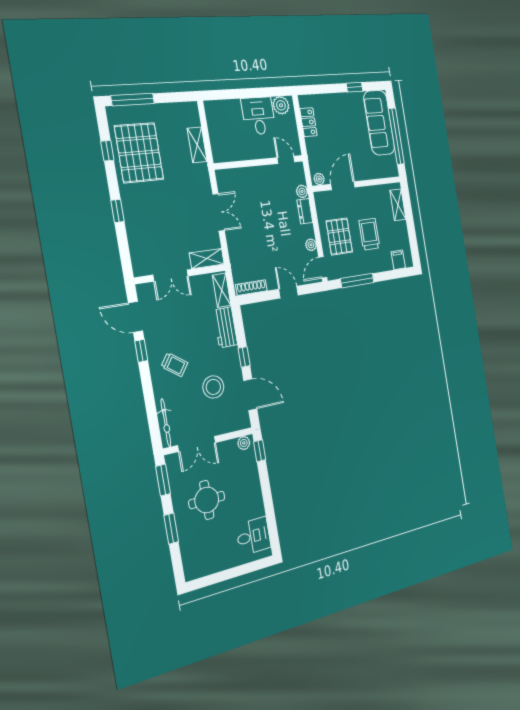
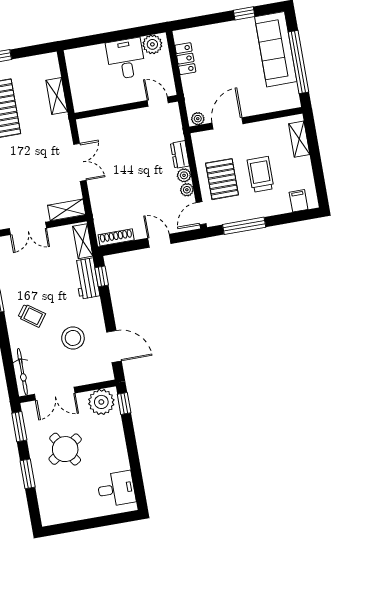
plant: (302, 191) -> (184, 175), moved
window: (244, 357) -> (102, 276), moved
plant: (244, 443) -> (101, 402), width x1.87, depth x1.87
round table: (207, 500) -> (65, 449), turned -33

